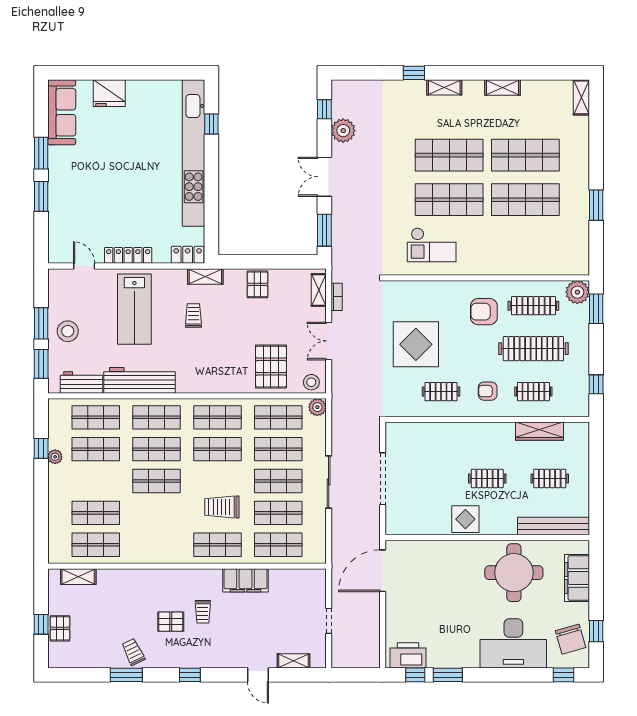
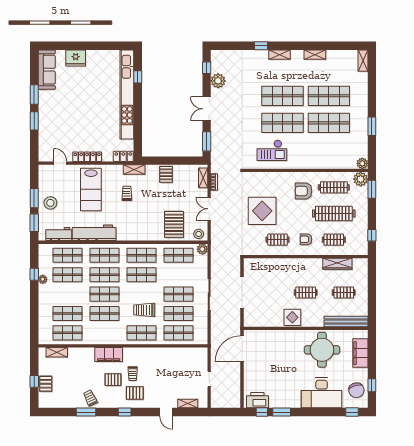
plant: (580, 266) -> (362, 163), added
shop shelf: (278, 449) -> (104, 313), moved
filing cabinet: (246, 580) -> (109, 355), moved
pallet: (206, 644) -> (135, 393), added

